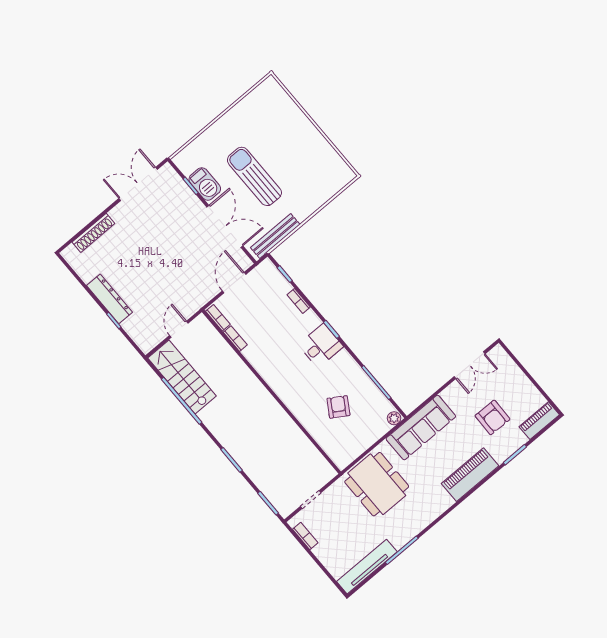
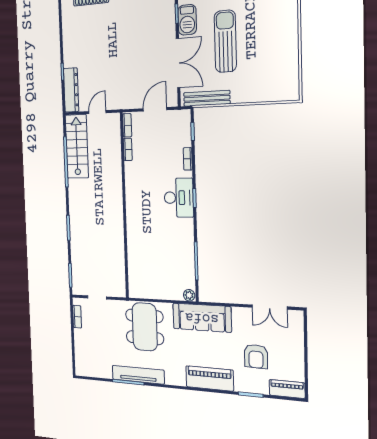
dresser: (109, 299) -> (71, 90), moved
desk: (321, 346) -> (179, 198), width x1.37
armchair: (338, 407) -> (159, 255), removed
tv unit: (367, 567) -> (138, 375), moved

